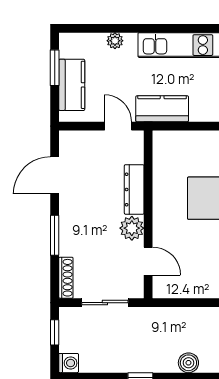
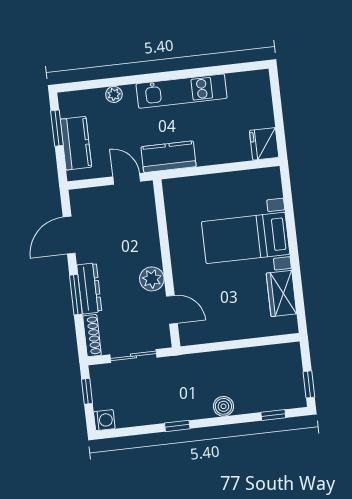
dresser: (134, 189) -> (89, 288), moved, turned 180

